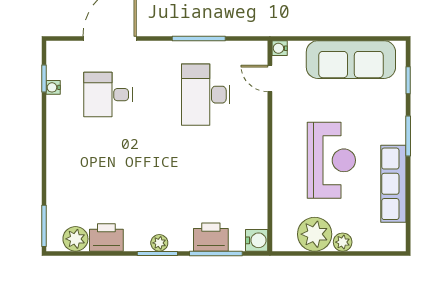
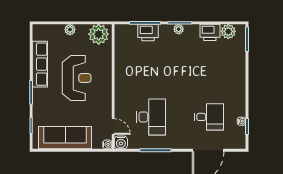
reception desk: (331, 160) -> (77, 78), turned 180
plant: (315, 234) -> (99, 34), moved
water cooler: (257, 240) -> (121, 142), moved, turned -90

